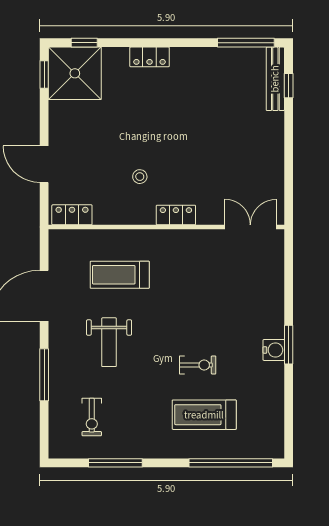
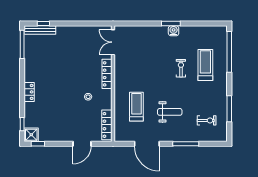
shower: (75, 73) -> (31, 135), width x0.54, depth x0.54
locker: (72, 215) -> (107, 125), width x1.53
locker: (176, 215) -> (107, 74), width x1.53
treadmill: (120, 275) -> (136, 107), turned 180
treadmill: (204, 415) -> (205, 65), turned 180

